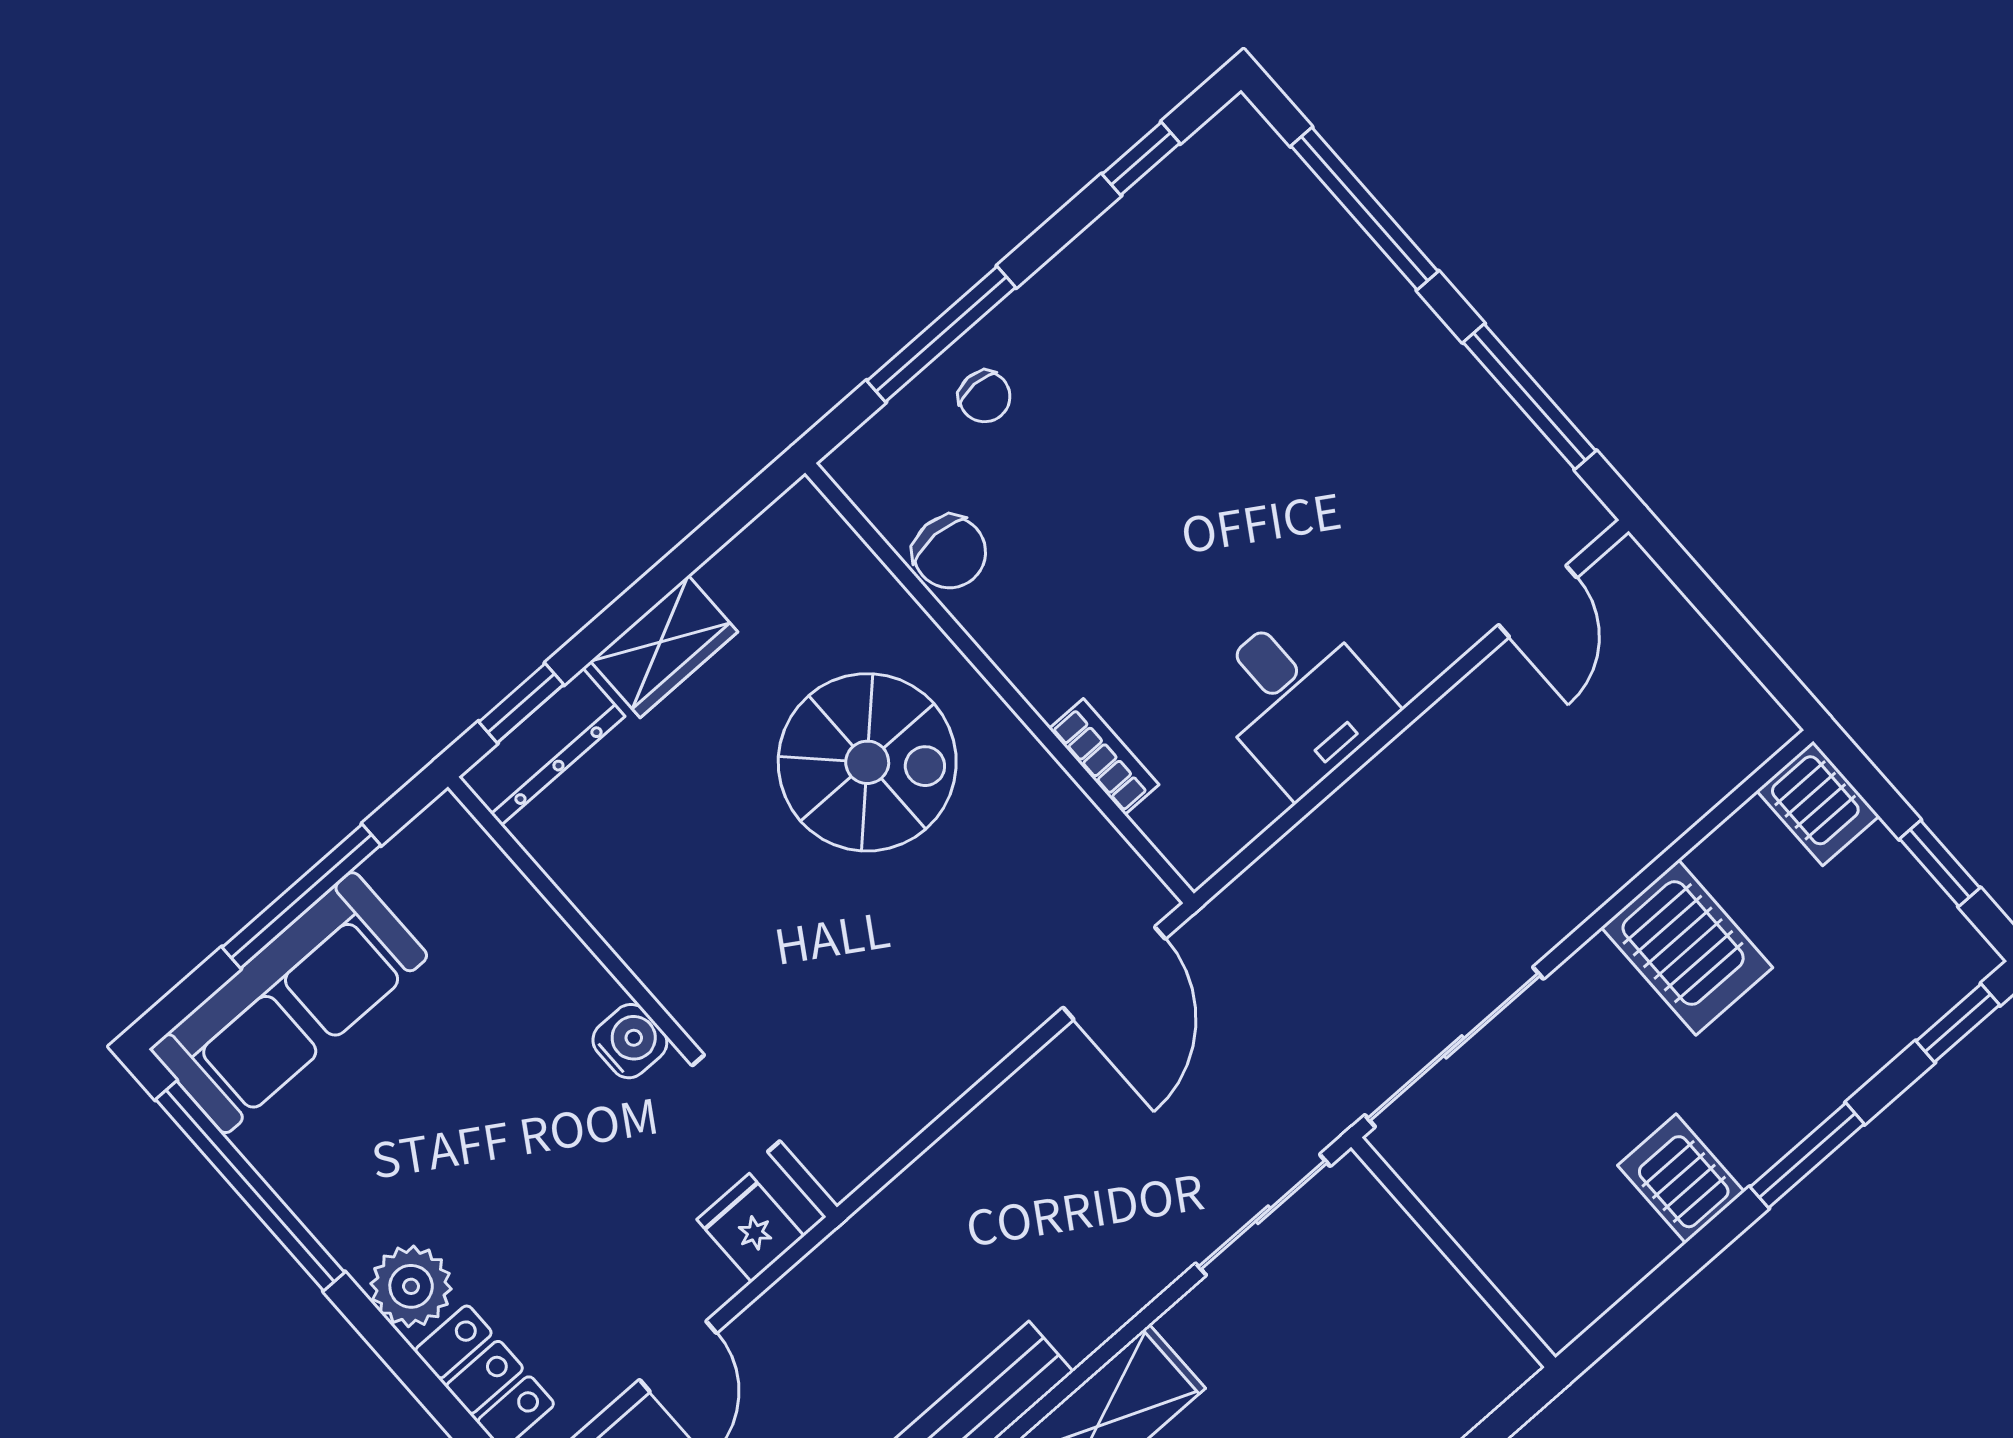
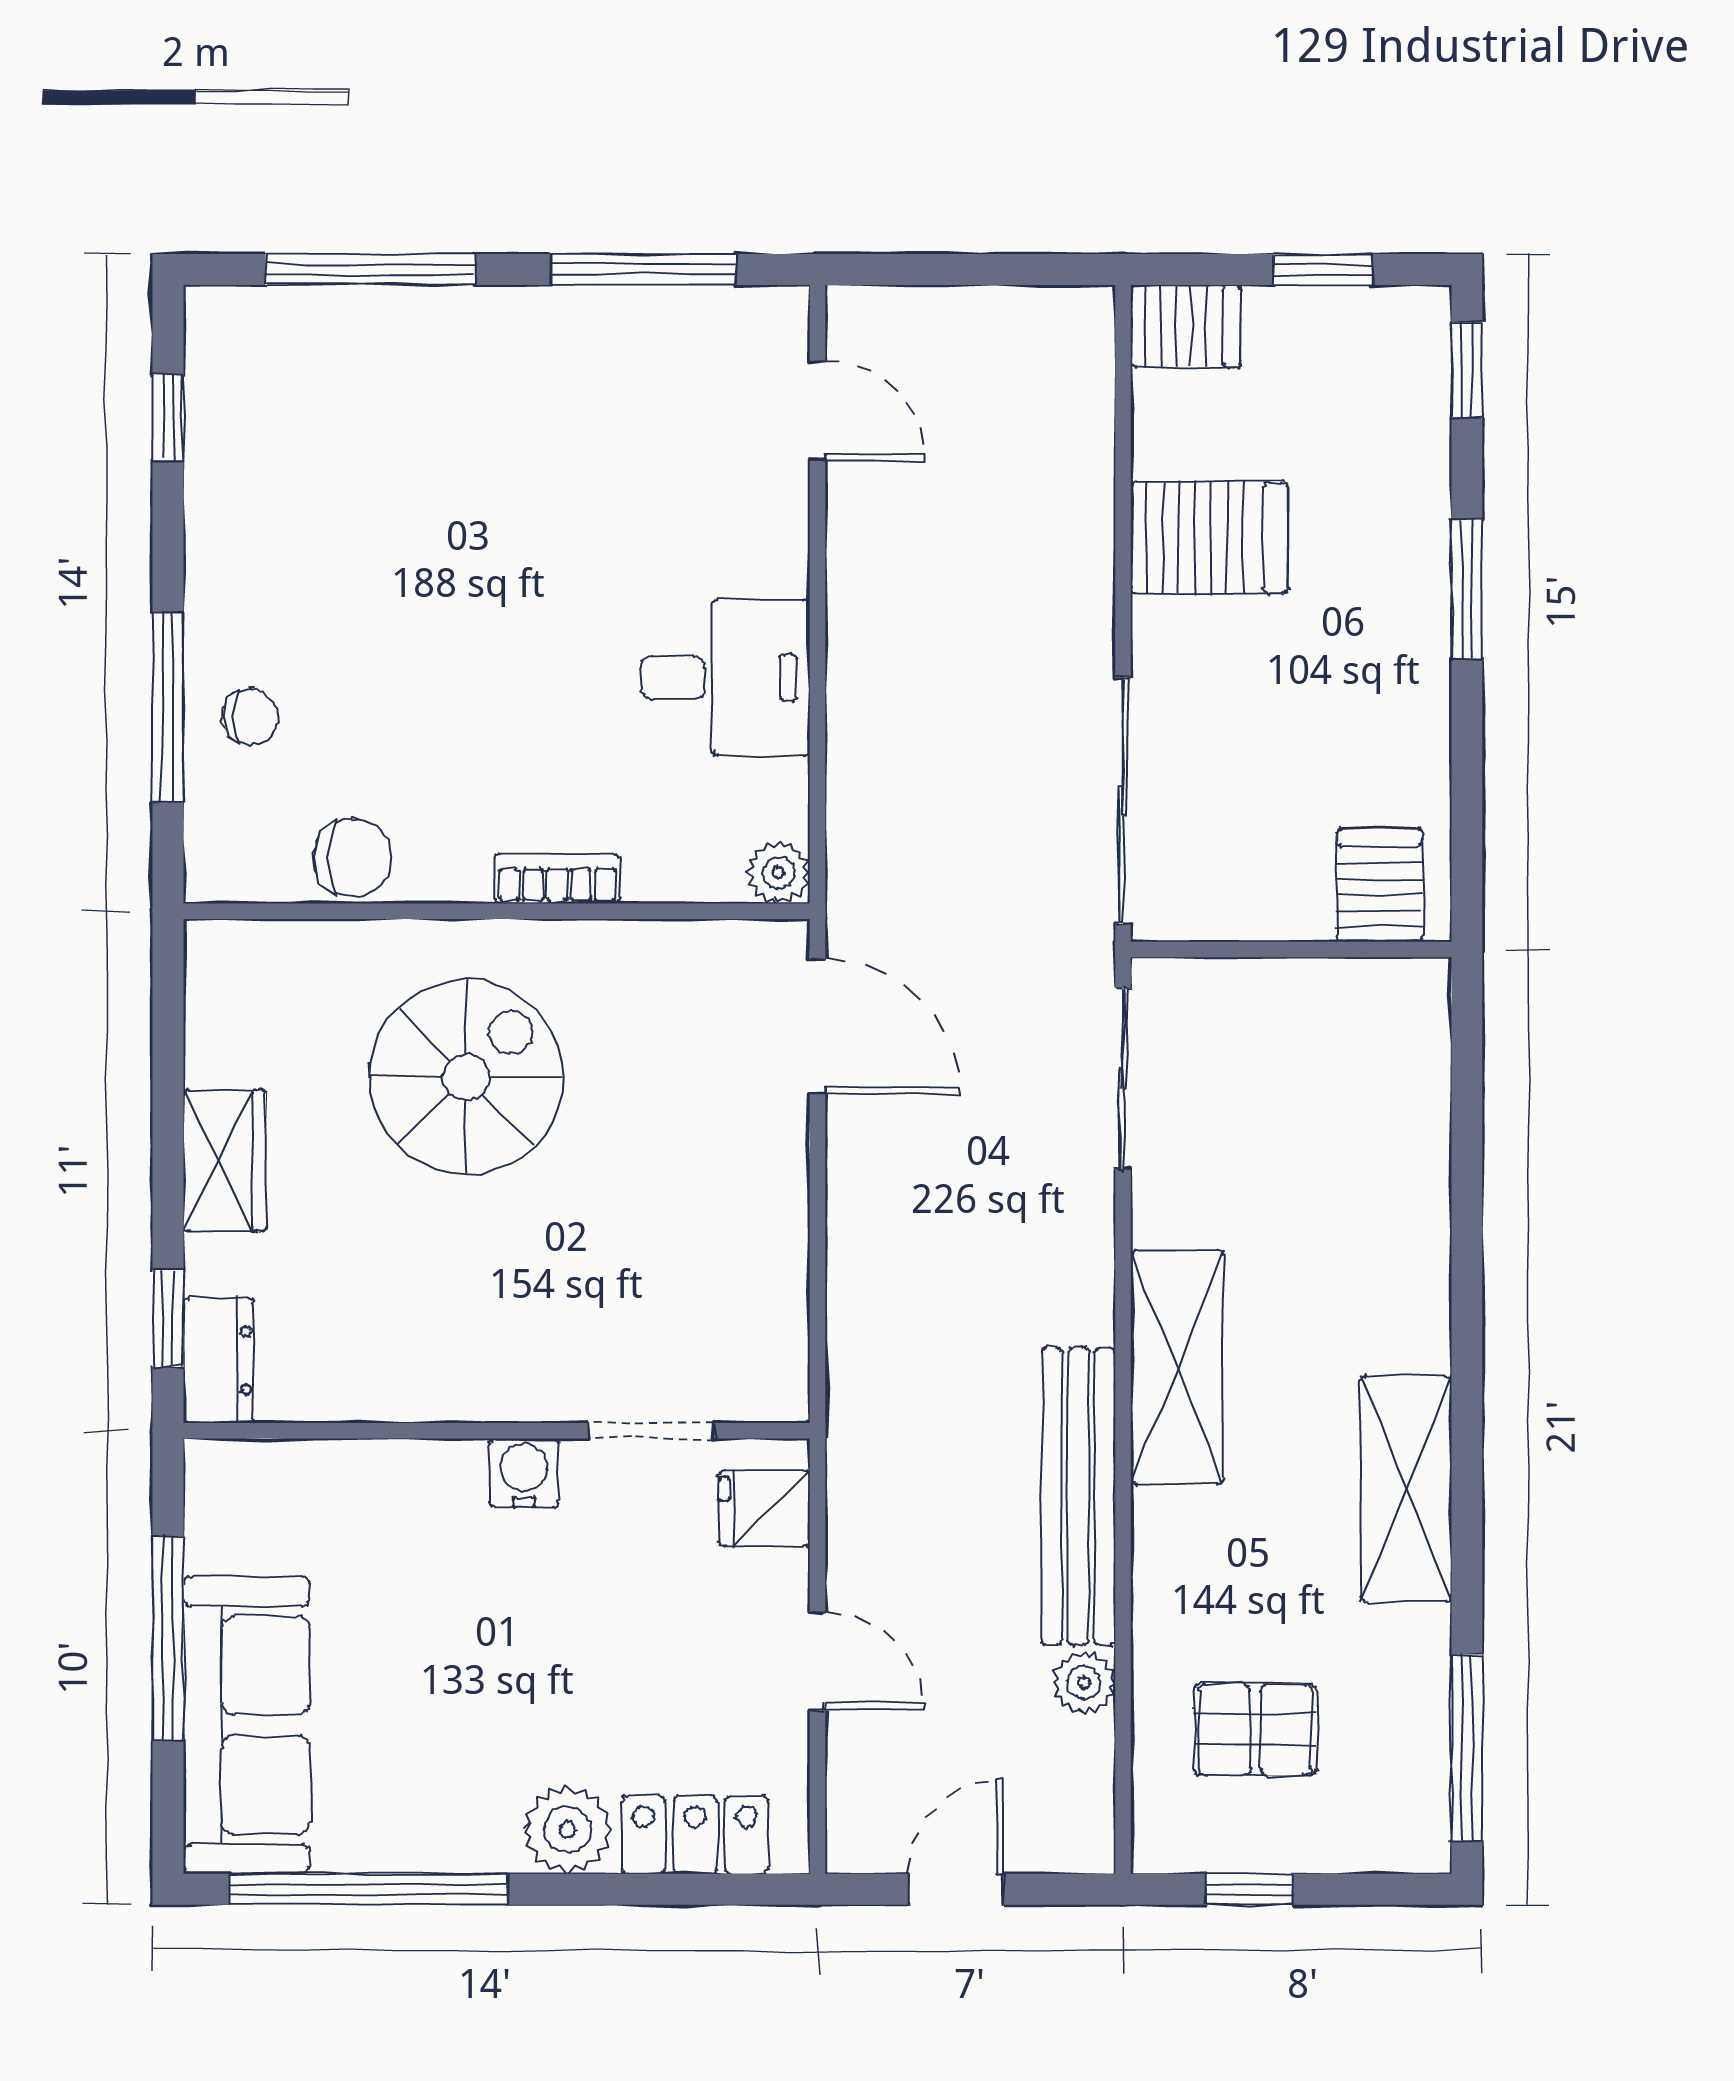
dresser: (542, 747) -> (219, 1360), width x0.70
bookcase: (1104, 757) -> (557, 879), moved
plant: (1197, 853) -> (779, 872), added
server rack: (1681, 1179) -> (1380, 885), moved, turned 90

